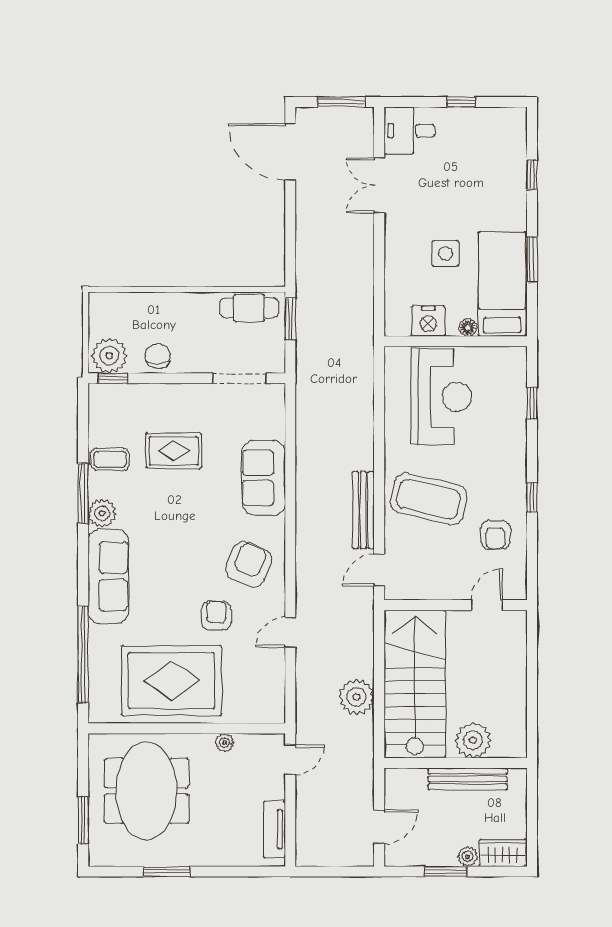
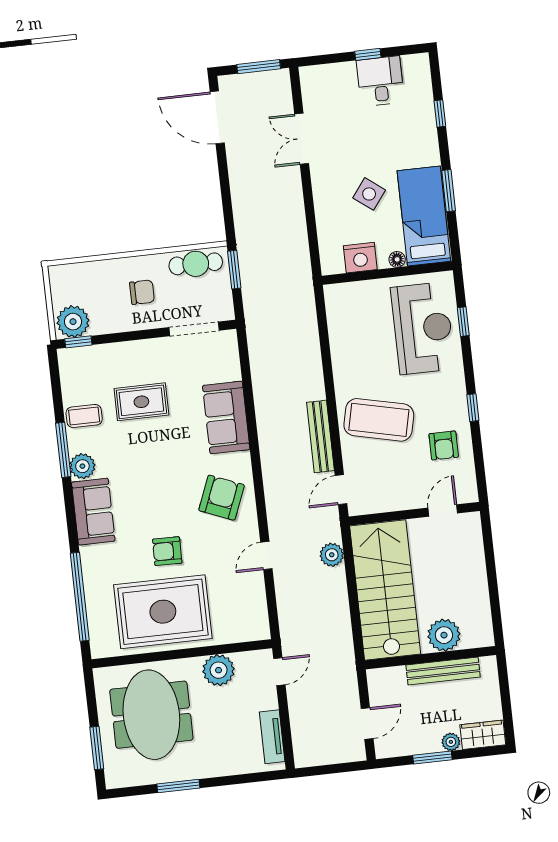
desk: (410, 131) -> (380, 81), moved, turned 90
side table: (445, 253) -> (369, 194), turned 37
chair: (158, 356) -> (142, 292), moved, turned 90
reception desk: (441, 397) -> (423, 328), moved
sofa: (108, 576) -> (93, 512), width x0.73
armchair: (216, 616) -> (167, 551), moved, turned -90
plant: (356, 697) -> (332, 555), moved, width x0.73, depth x0.73
plant: (225, 743) -> (219, 670), width x1.88, depth x1.88

